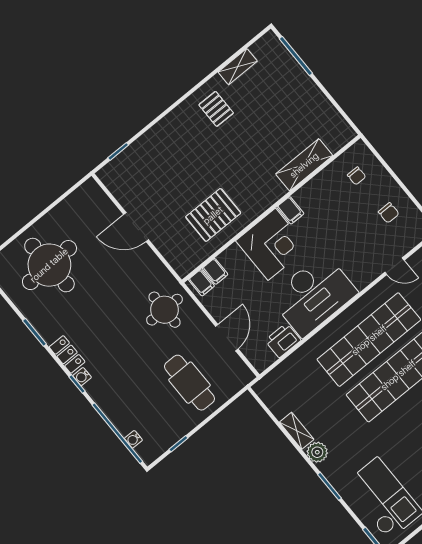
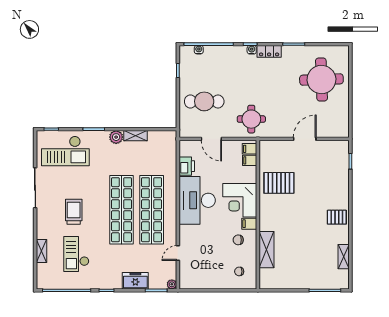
pallet: (216, 109) -> (337, 217), moved
chair: (389, 213) -> (238, 240), moved
pallet: (213, 215) -> (279, 183), turned 90

